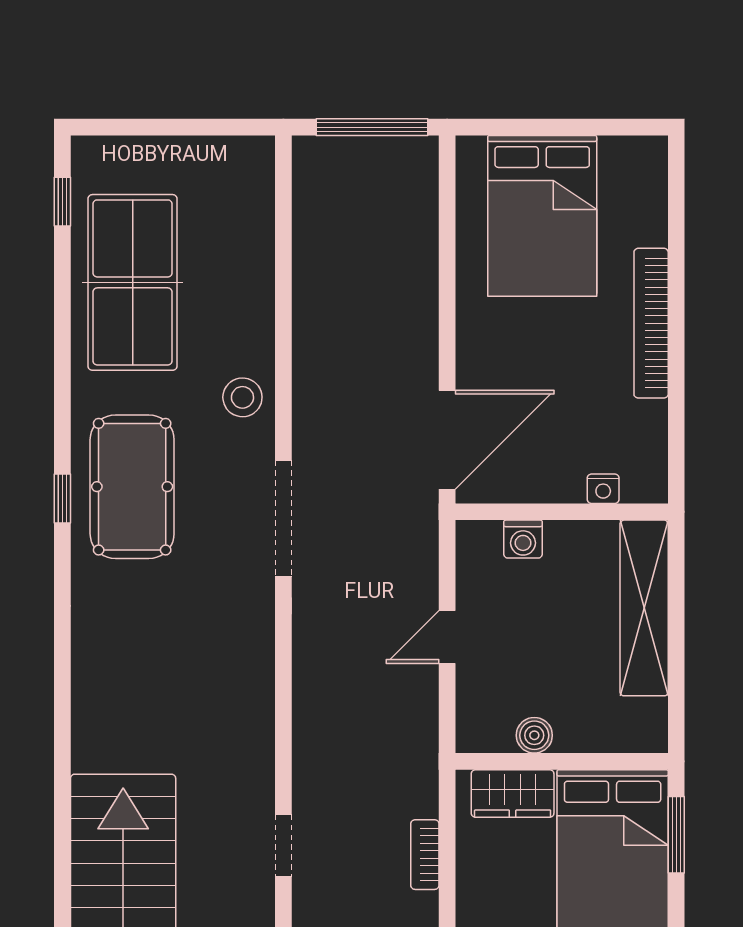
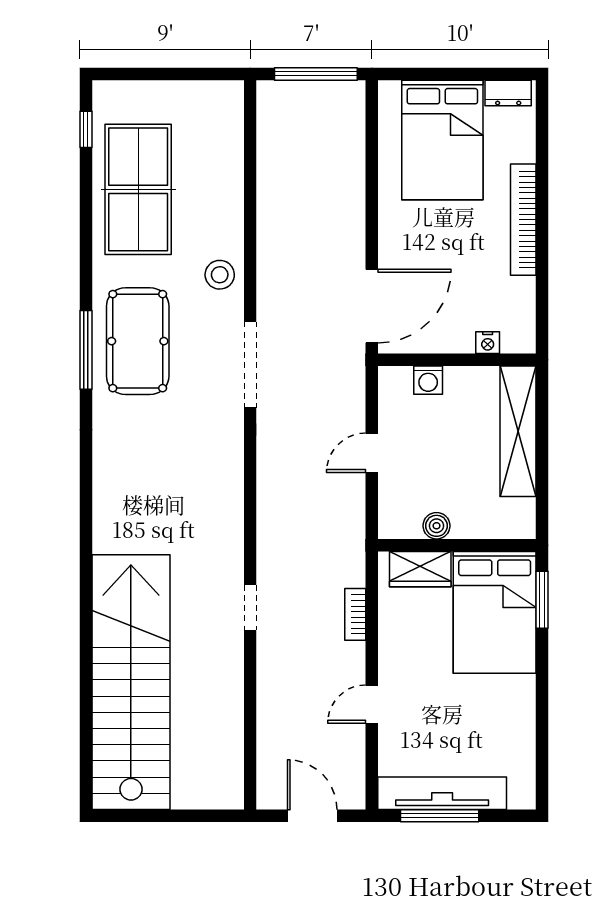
dresser: (631, 153) -> (508, 93), added
window: (62, 498) -> (86, 350), width x2.17

